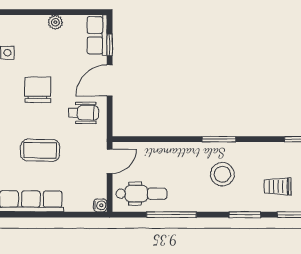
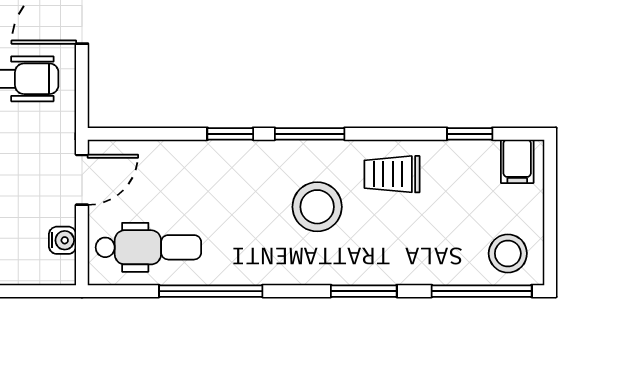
window: (181, 139) -> (230, 134), added
trolley: (278, 186) -> (392, 174), moved
water cooler: (100, 205) -> (63, 240), moved

